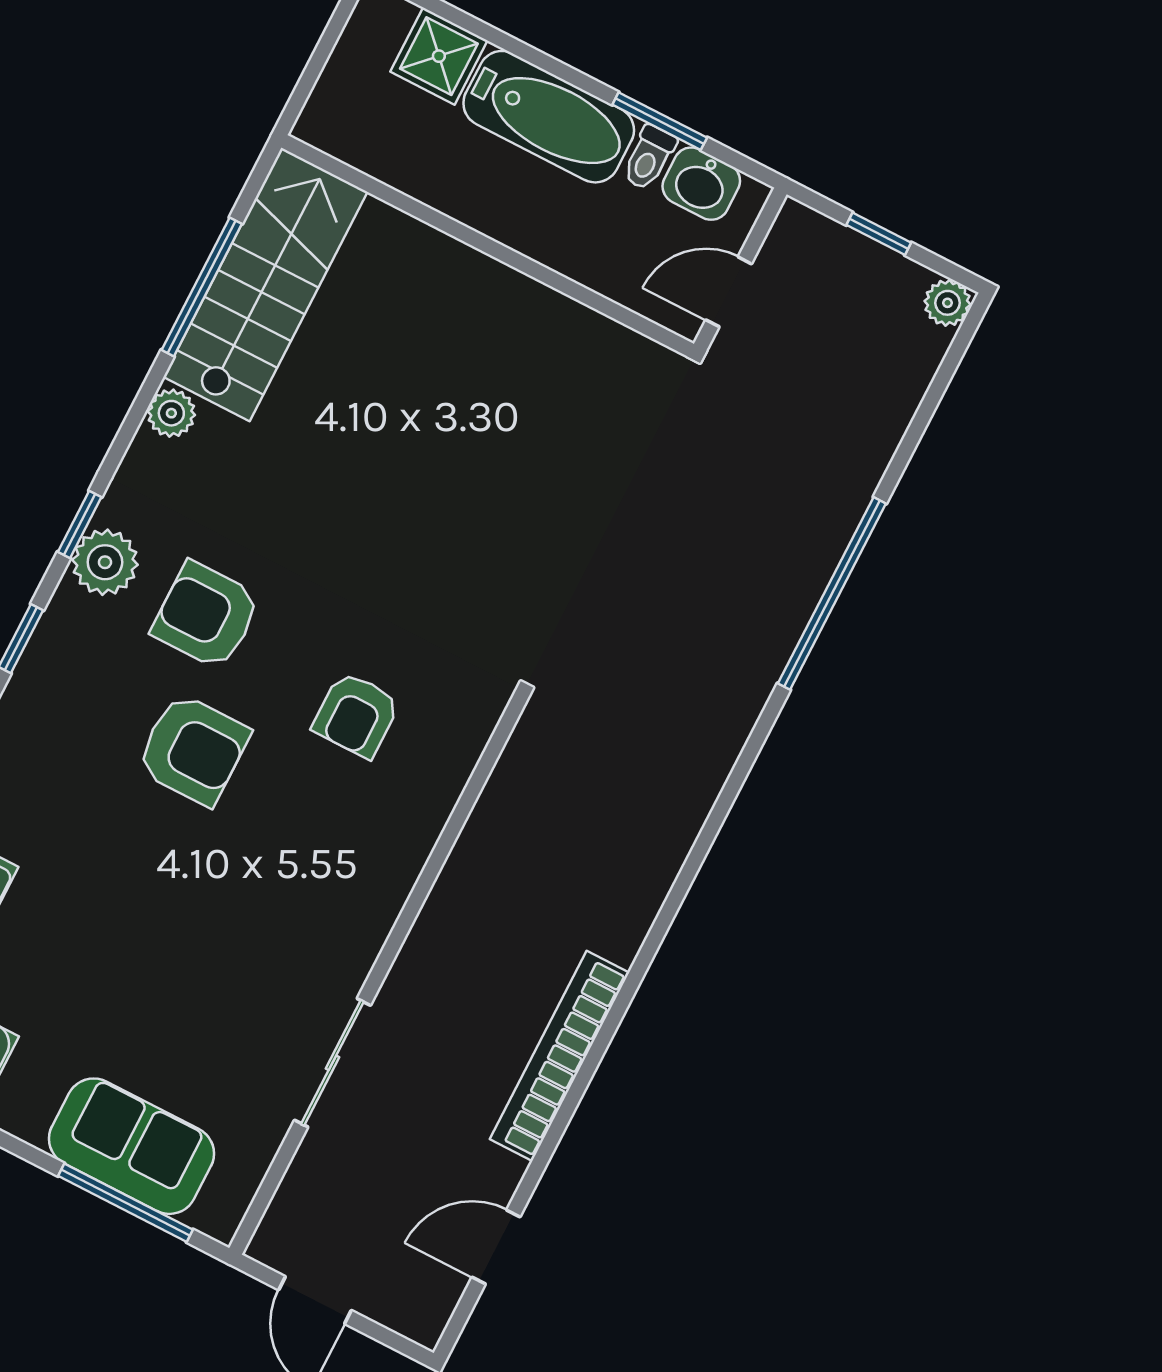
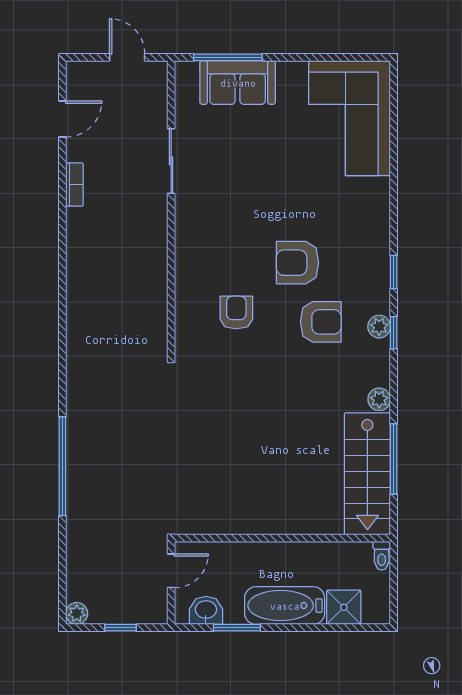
toilet: (649, 158) -> (382, 556), moved, turned 180
plant: (105, 562) -> (379, 327), width x0.73, depth x0.73
bookcase: (559, 1056) -> (74, 185), width x0.43, depth x0.76

